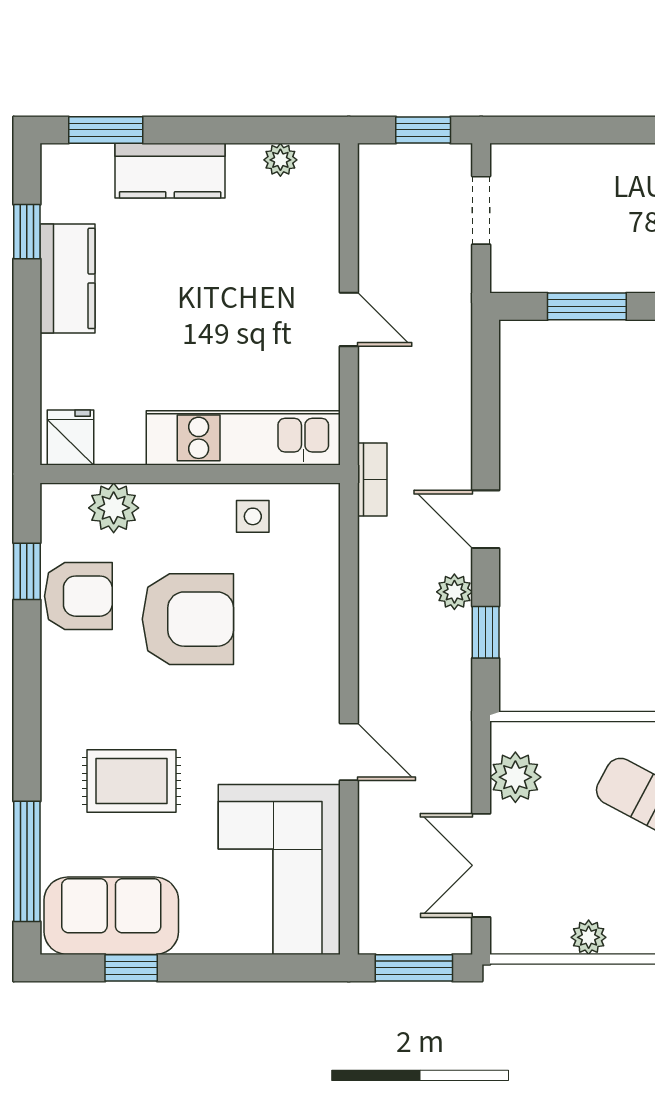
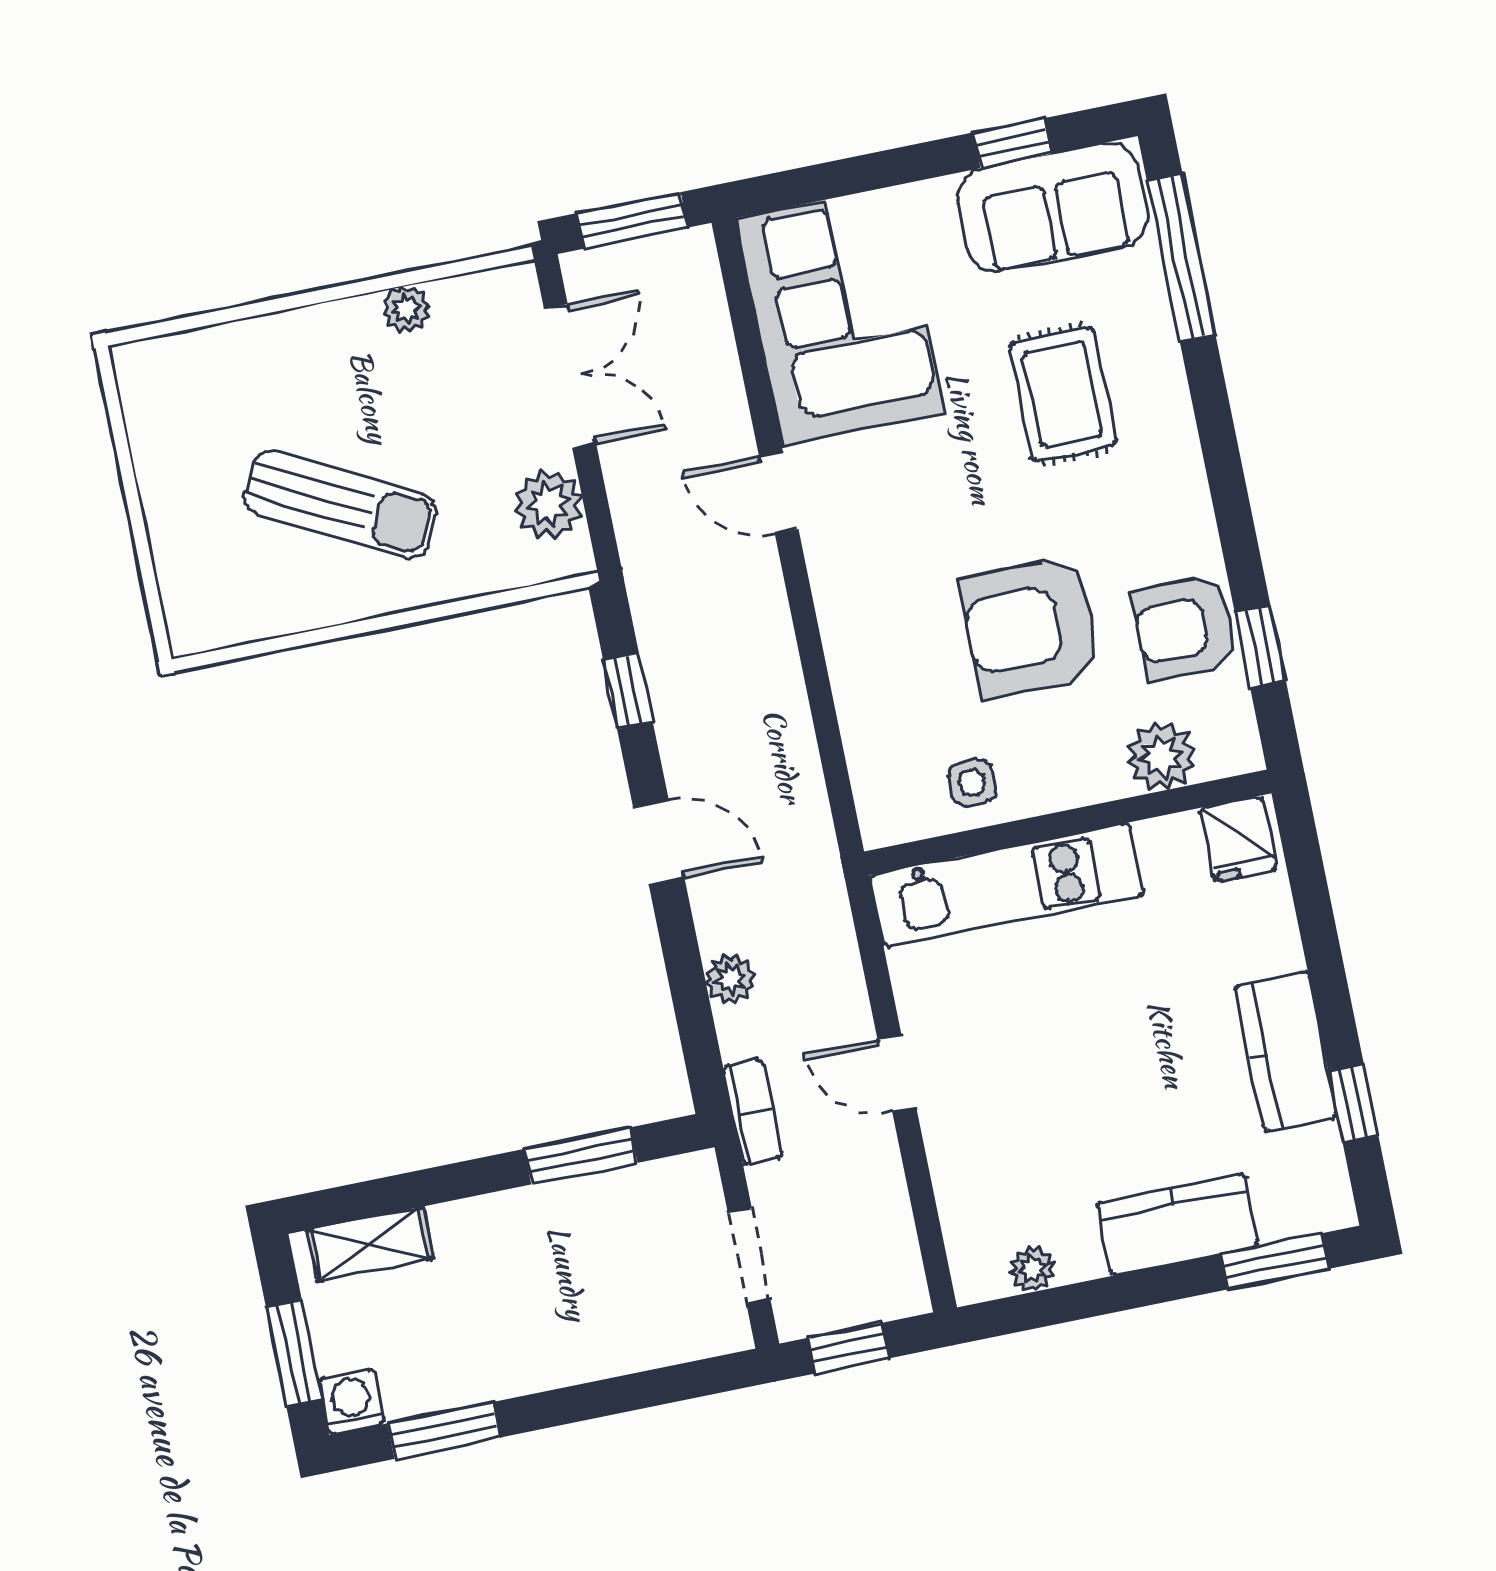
bookcase: (372, 480) -> (753, 1112), moved, turned 180
plant: (454, 592) -> (730, 979), moved
rug: (132, 781) -> (1063, 394), turned 90

